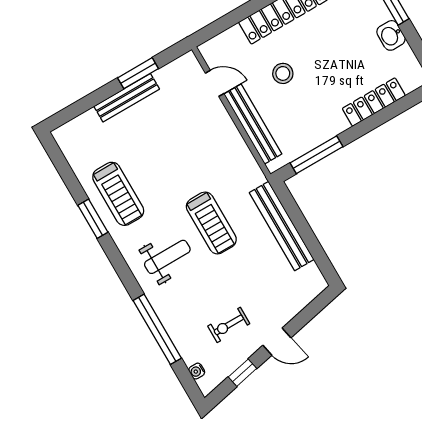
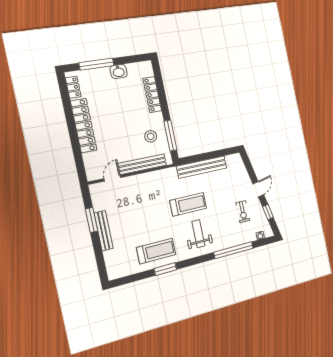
stool: (283, 73) -> (151, 136), moved

